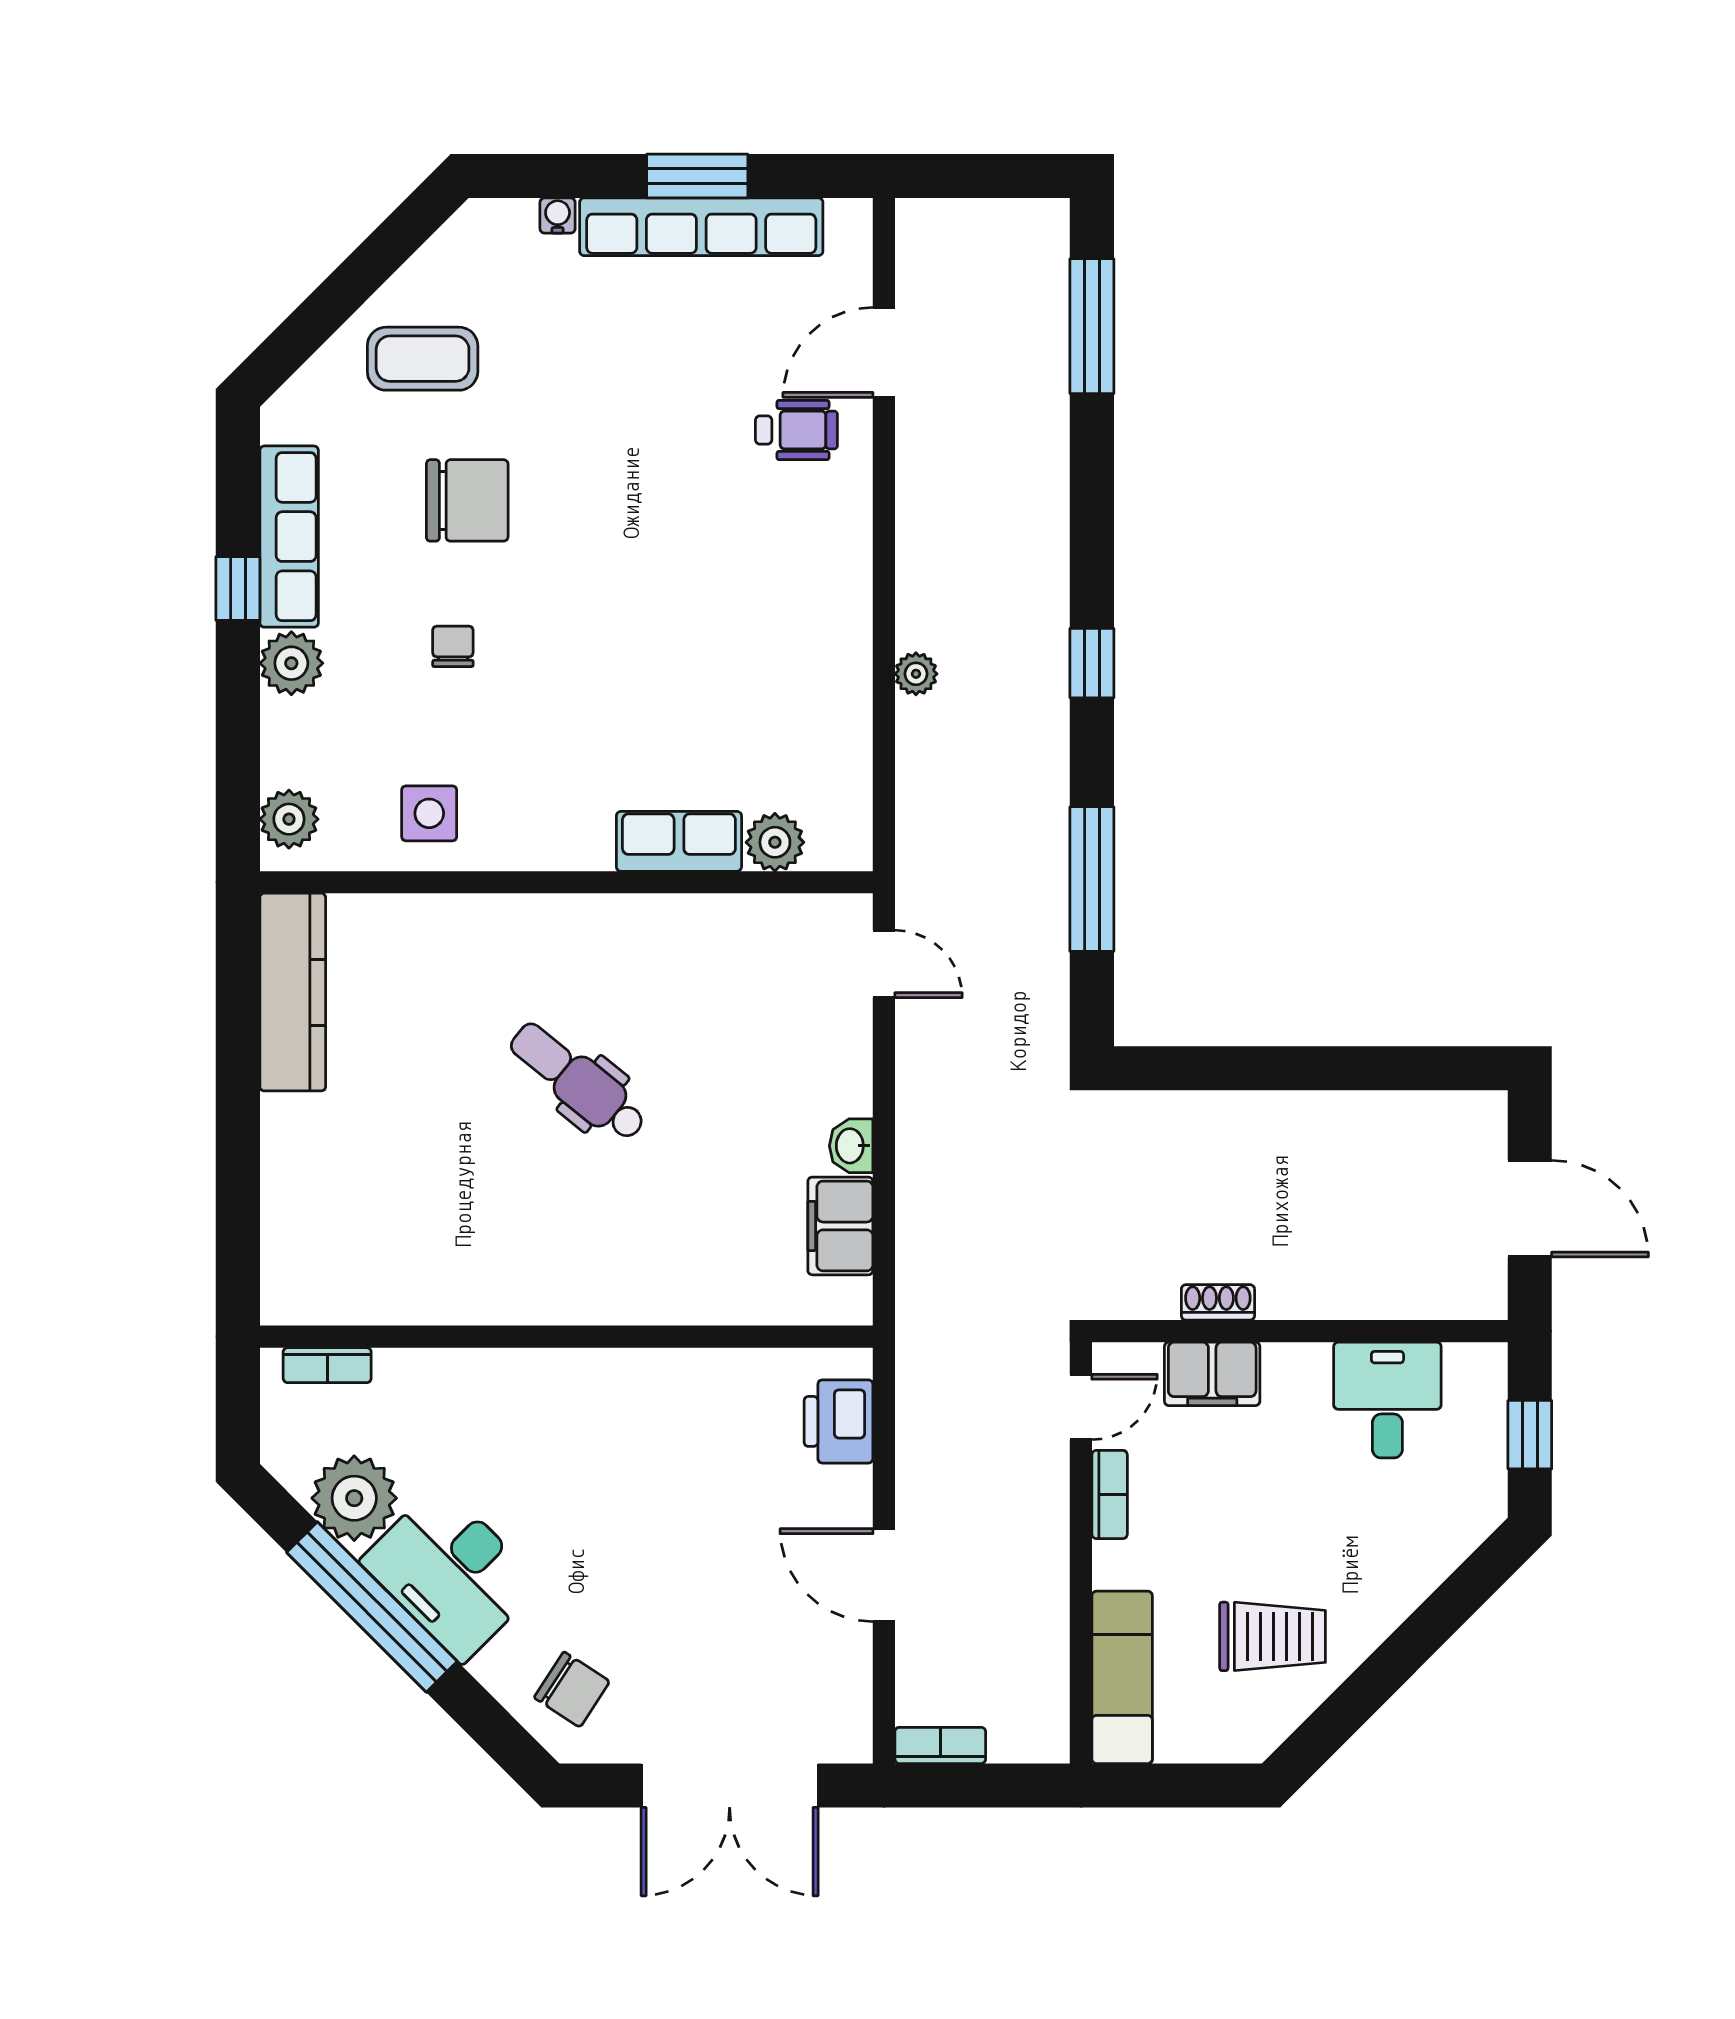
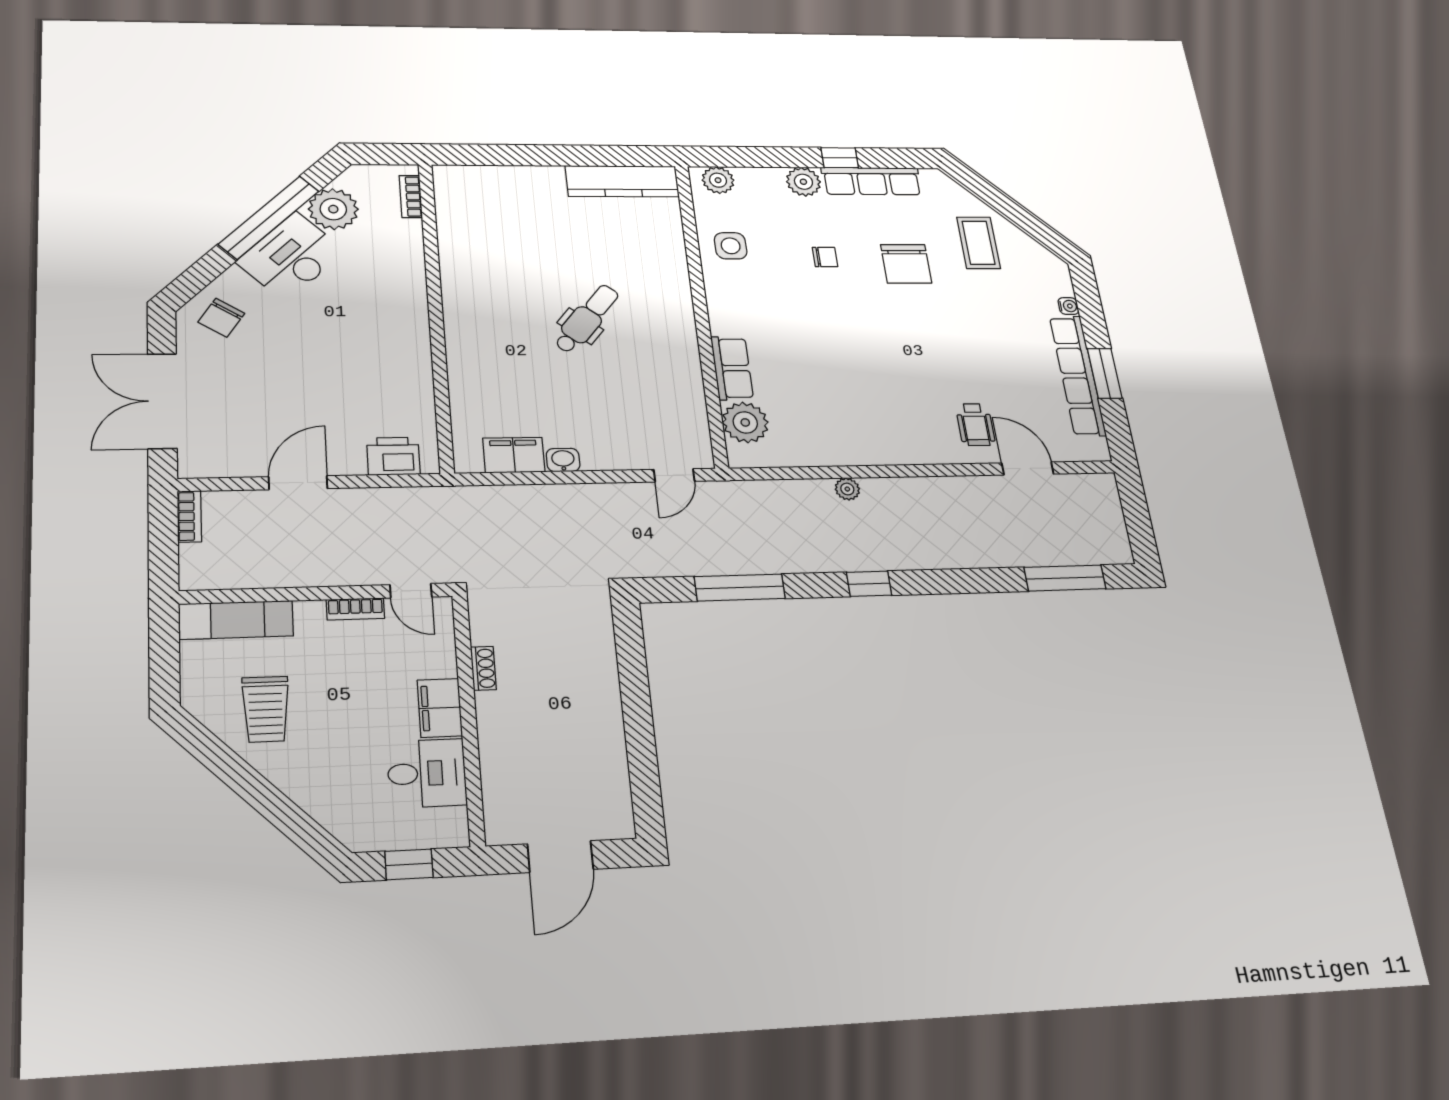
plant: (775, 842) -> (745, 422), width x1.36, depth x1.36
filing cabinet: (1212, 1374) -> (440, 708), moved

